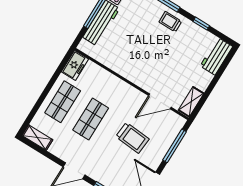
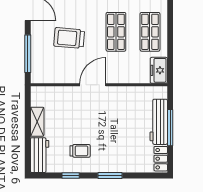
trolley: (170, 22) -> (80, 151), moved
door: (160, 101) -> (93, 85), moved
shelving: (191, 102) -> (37, 122), moved

